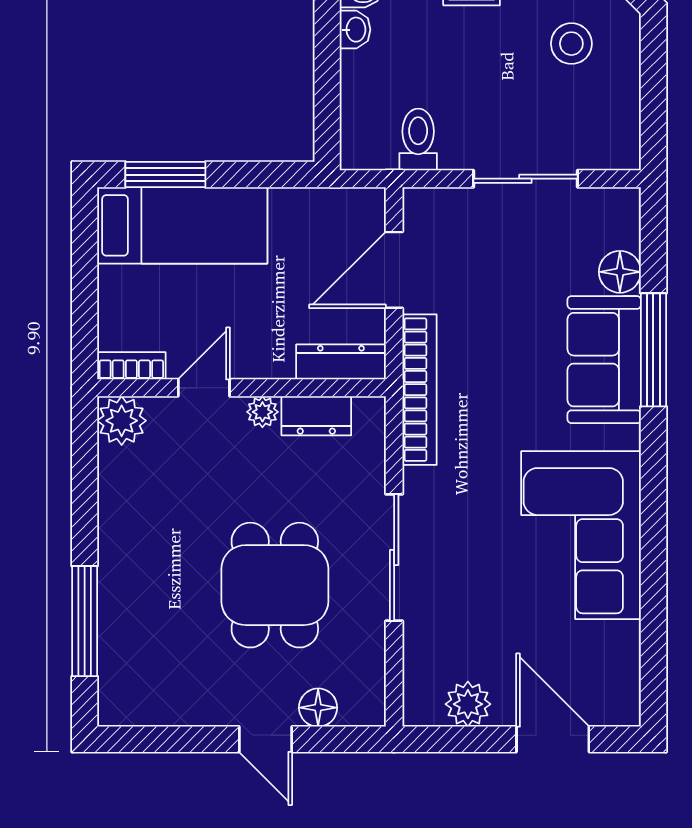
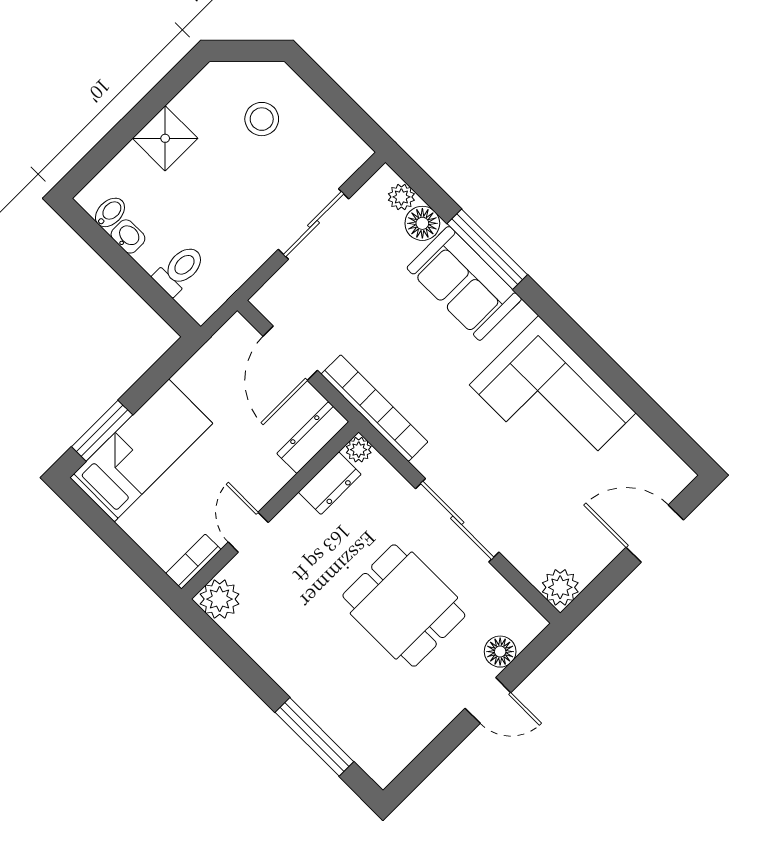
toilet: (418, 139) -> (179, 270), moved, turned 90
plant: (625, 231) -> (401, 197), added
plant: (262, 412) -> (359, 450), moved
plant: (468, 704) -> (560, 587), moved

